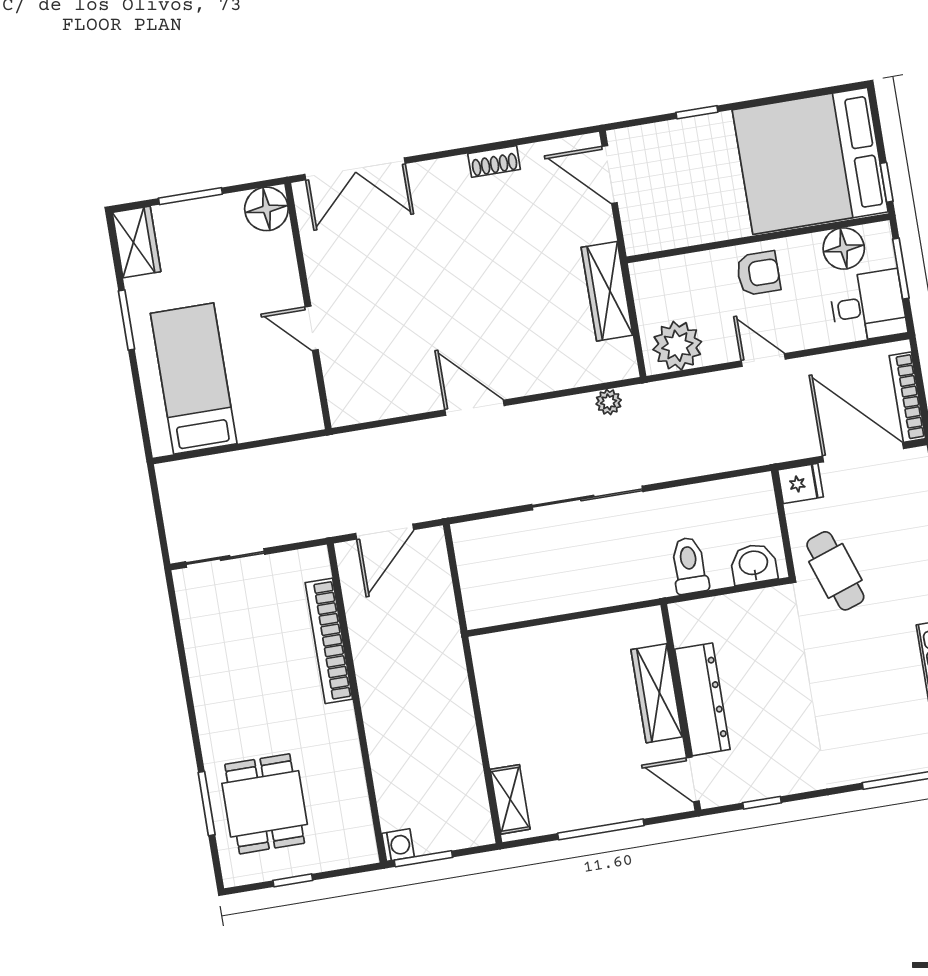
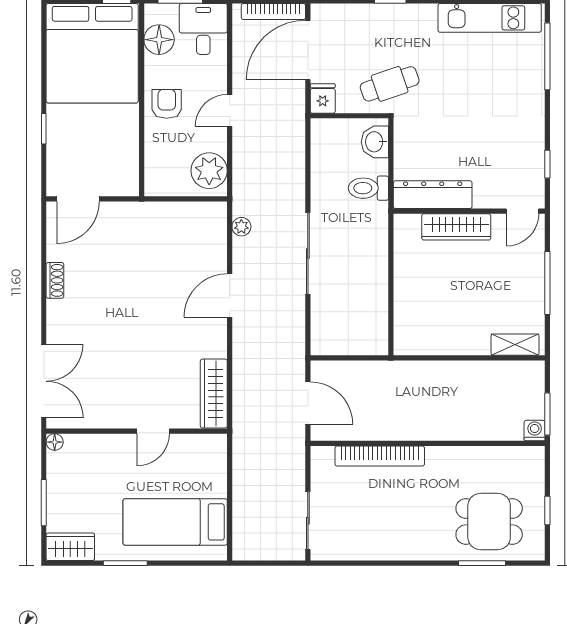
floor lamp: (266, 209) -> (55, 442), width x0.53, depth x0.53
wardrobe: (607, 291) -> (214, 394), moved, turned 90
door: (474, 408) -> (230, 295), moved
dresser: (702, 699) -> (433, 195), moved

